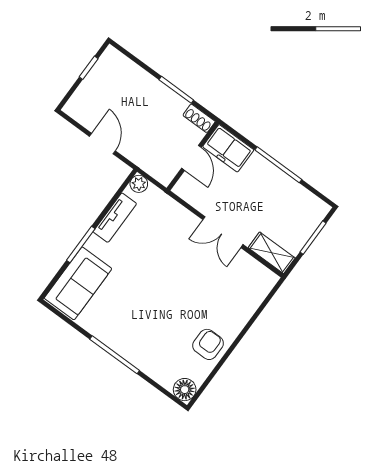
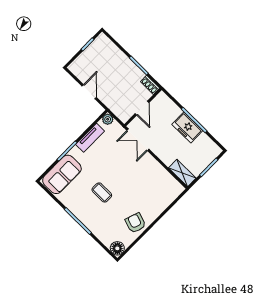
freezer: (228, 148) -> (187, 128), moved
double door: (223, 232) -> (138, 140), moved
coffee table: (147, 303) -> (102, 192), added
armchair: (208, 344) -> (135, 223), turned -71

